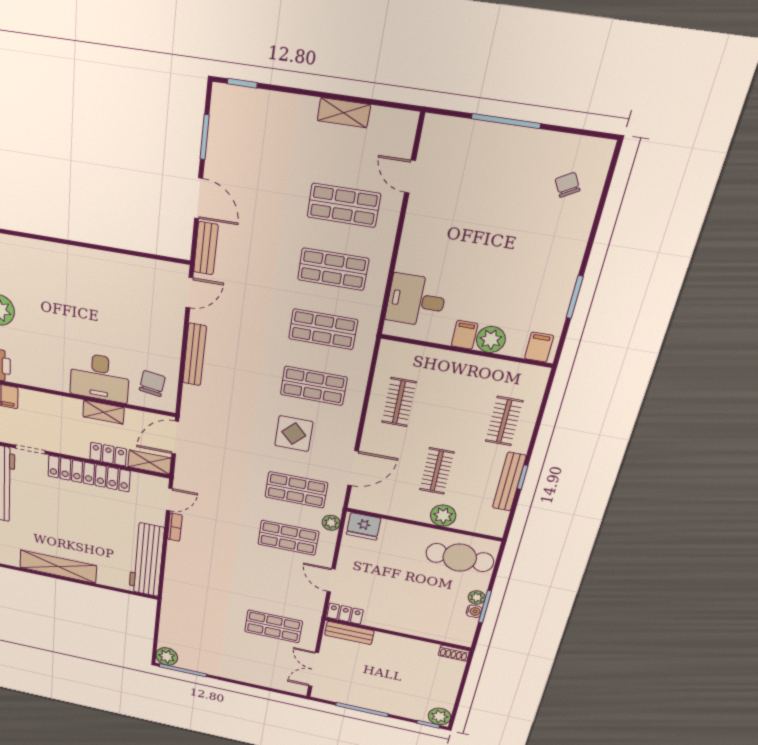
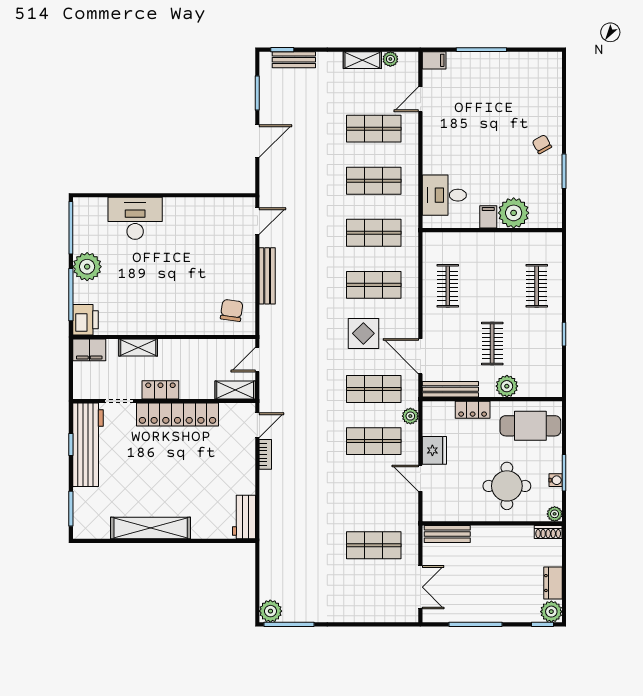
plant: (381, 117) -> (390, 59), added
door: (410, 177) -> (420, 99), hinge flipped
chair: (567, 185) -> (542, 144), moved
door: (199, 198) -> (257, 141), hinge flipped
bench: (206, 248) -> (294, 60), moved, turned 90
plant: (491, 339) -> (514, 213), width x1.36, depth x1.36
filing cabinet: (539, 347) -> (434, 60), moved, turned 90
desk: (100, 377) -> (135, 218), moved, turned 180
shelving: (103, 412) -> (138, 348), moved
door: (175, 438) -> (257, 360), width x0.73
locker: (108, 454) -> (160, 390), moved
door: (353, 468) -> (420, 356), swing flipped
bench: (509, 482) -> (450, 389), moved, turned 90
fridge: (364, 526) -> (434, 450), moved, turned -90
workbench: (146, 560) -> (244, 517), width x0.53, depth x0.76
plant: (477, 597) -> (555, 514), moved
round table: (421, 606) -> (507, 486), added
locker: (345, 614) -> (473, 410), moved, turned 180
double door: (314, 669) -> (420, 587), swing flipped
dresser: (447, 695) -> (553, 583), added

